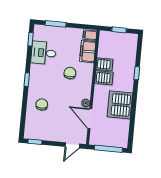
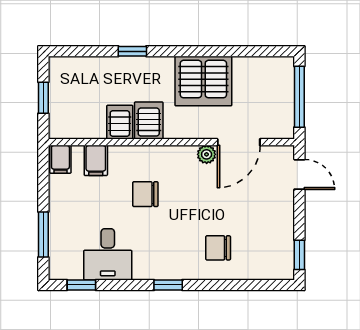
filing cabinet: (88, 51) -> (96, 160), width x0.50

